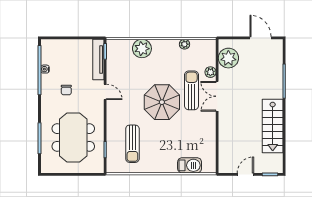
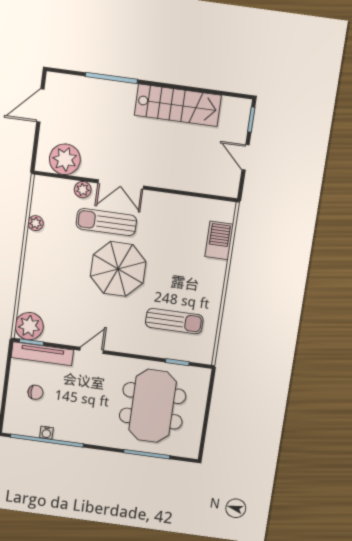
plant: (142, 49) -> (29, 326), moved
chair: (66, 90) -> (35, 392), moved
meeting table: (73, 137) -> (153, 406), turned 90

